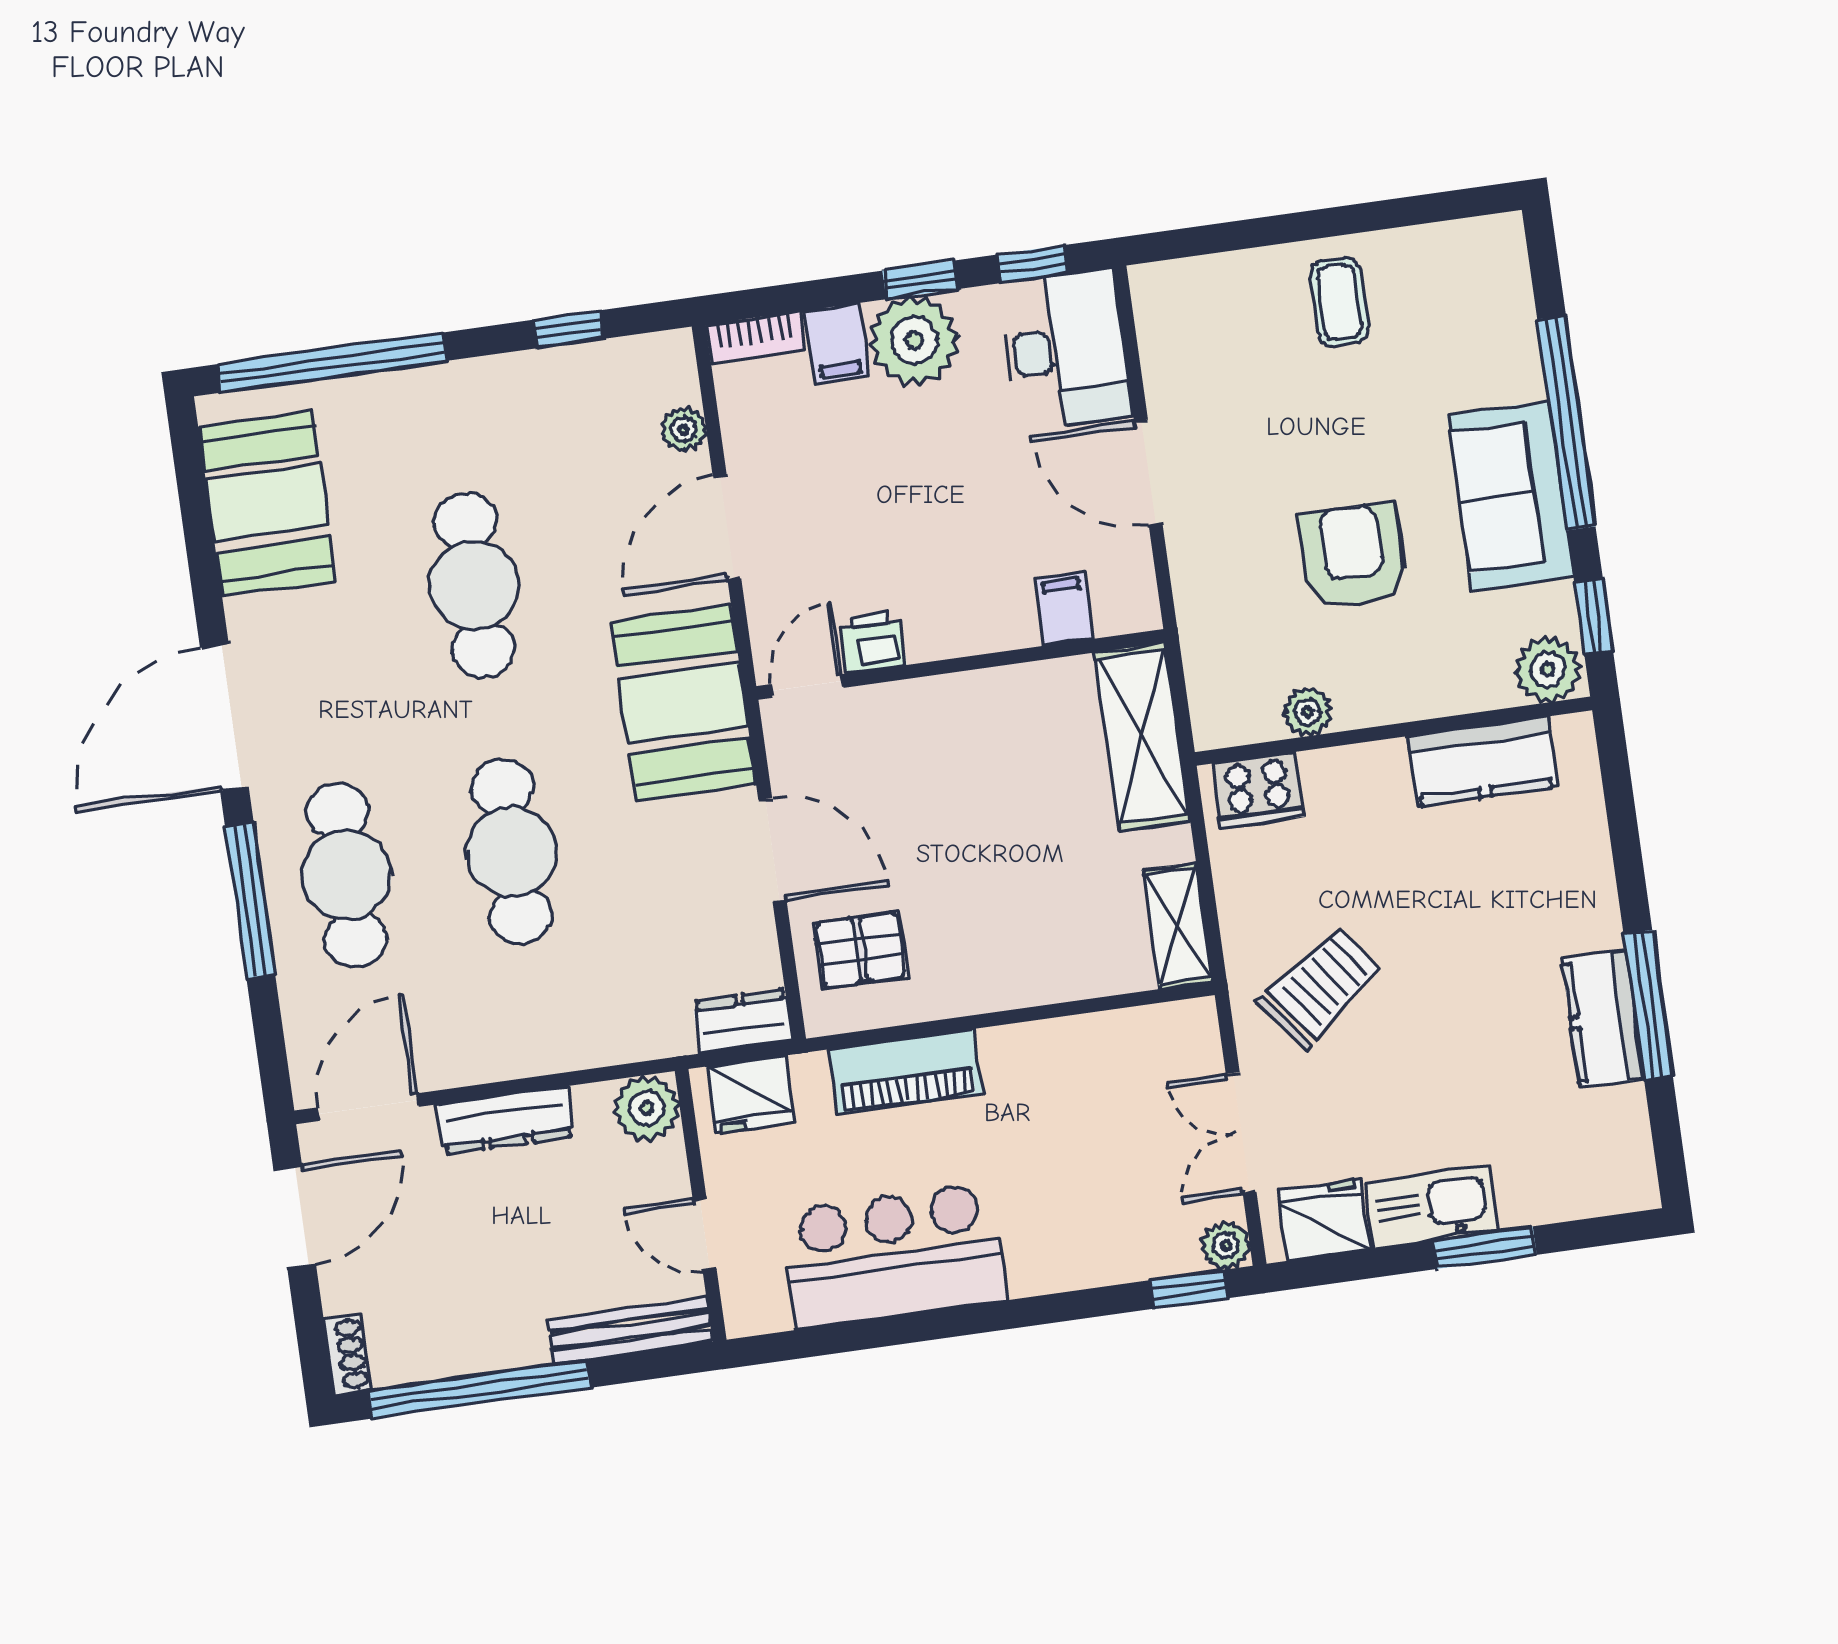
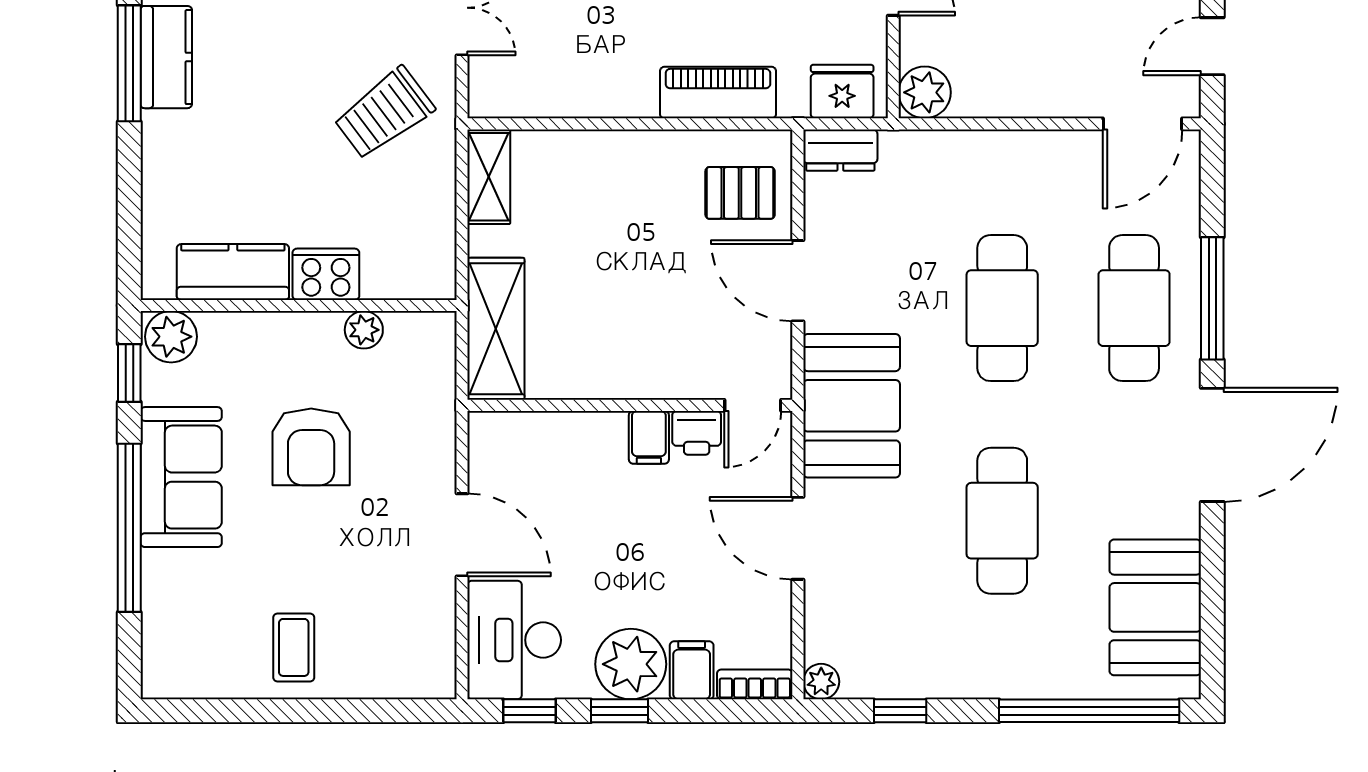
plant: (684, 430) -> (821, 682), moved
door: (727, 527) -> (798, 538), swing flipped
filing cabinet: (1064, 609) -> (649, 437), moved
cooker: (1258, 790) -> (326, 274), moved
dresser: (505, 1121) -> (1037, 98), removed
door: (295, 1217) -> (1212, 46), width x0.73

